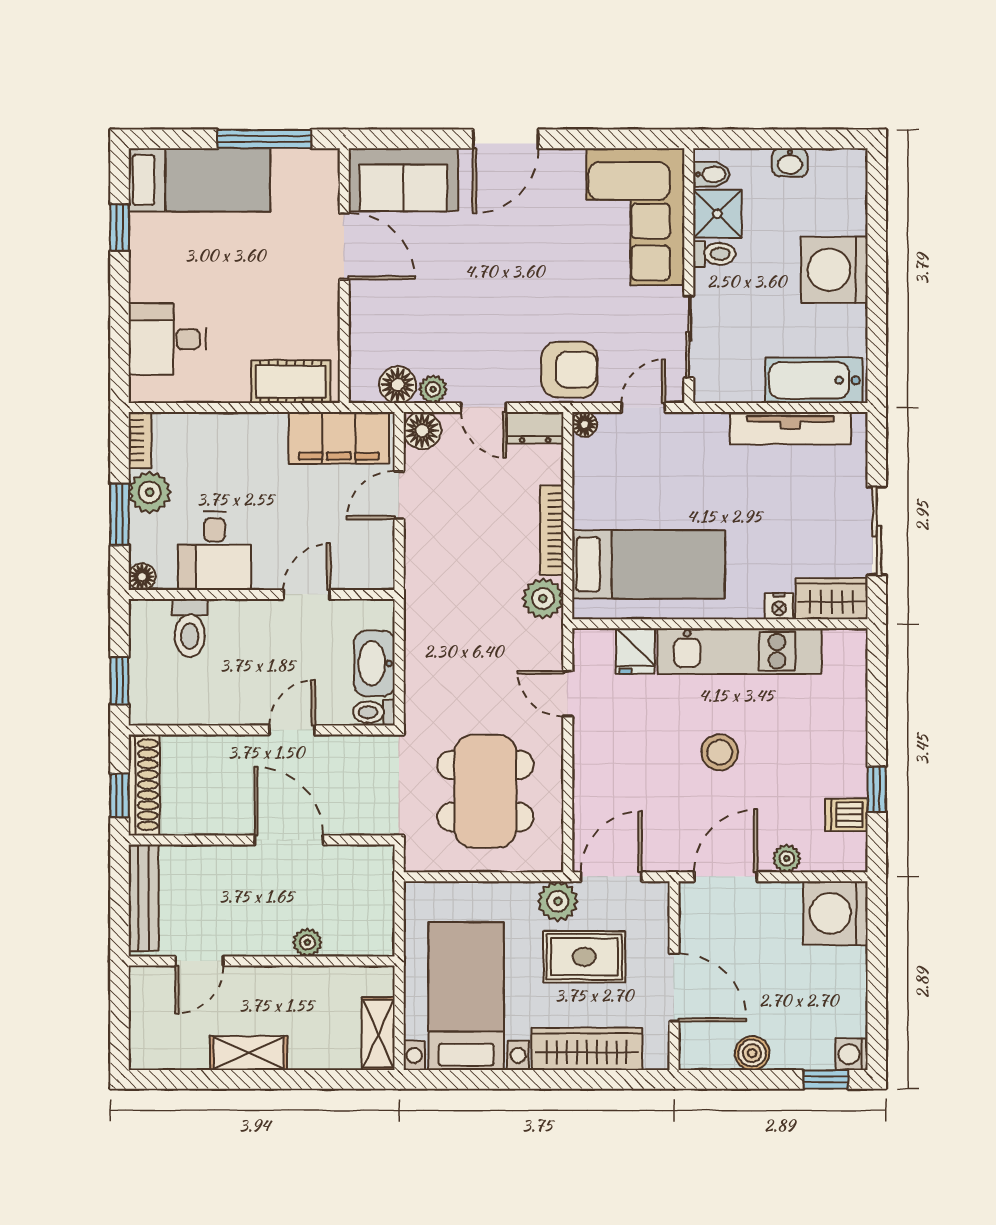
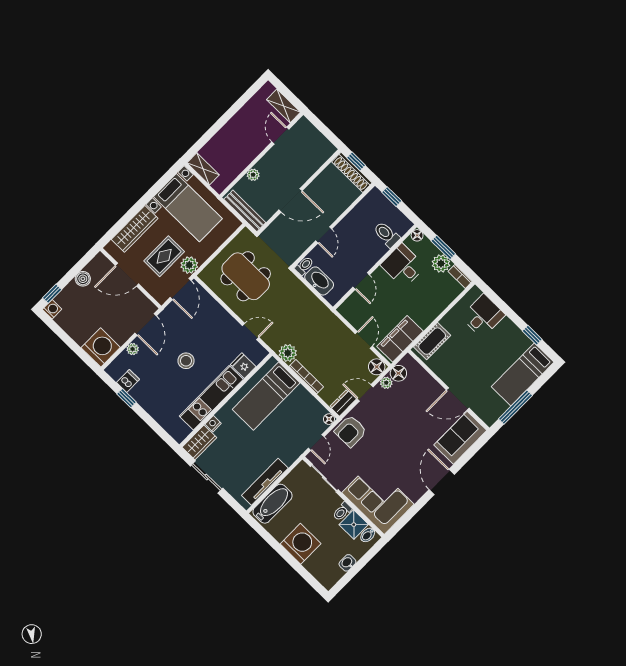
bench: (144, 898) -> (245, 211), moved
shelving: (249, 1053) -> (283, 106), moved, turned 90

